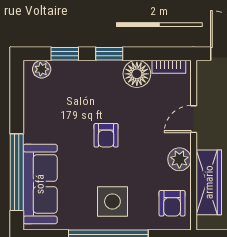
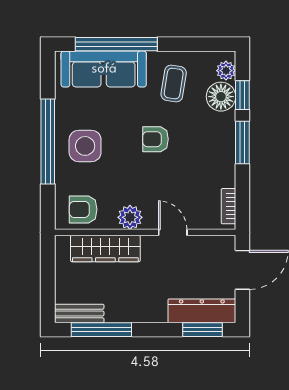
window: (109, 54) -> (242, 143), width x1.50
floor lamp: (137, 74) -> (221, 97), moved
coffee table: (54, 118) -> (174, 84), added

